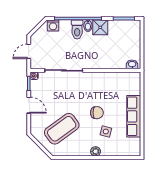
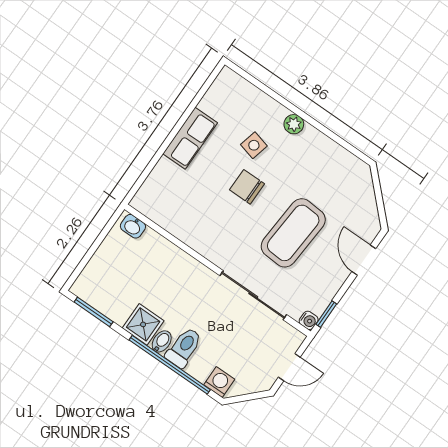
door: (29, 105) -> (364, 260), moved
row of seats: (134, 116) -> (190, 138), width x0.68
coffee table: (62, 129) -> (293, 233), moved, turned -50

